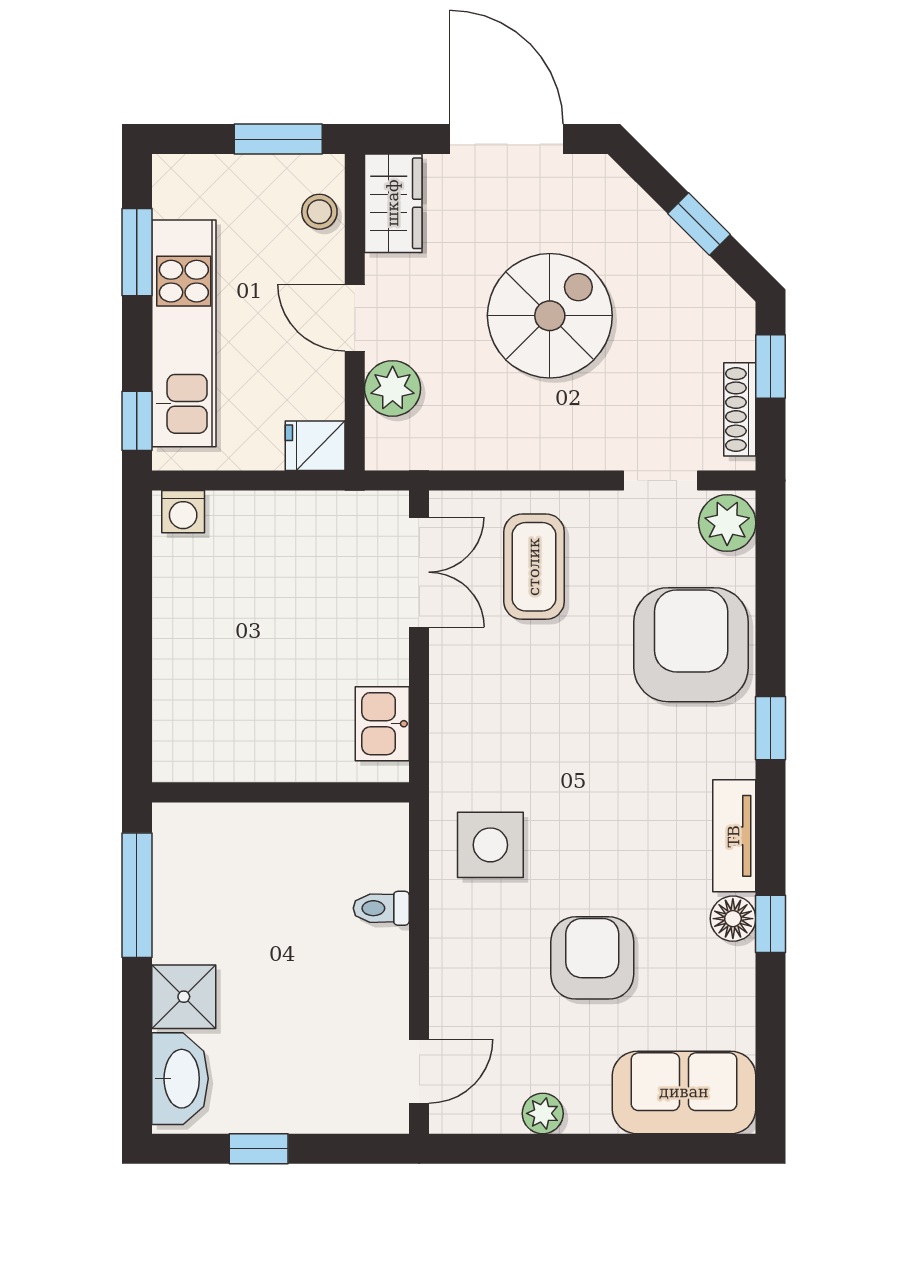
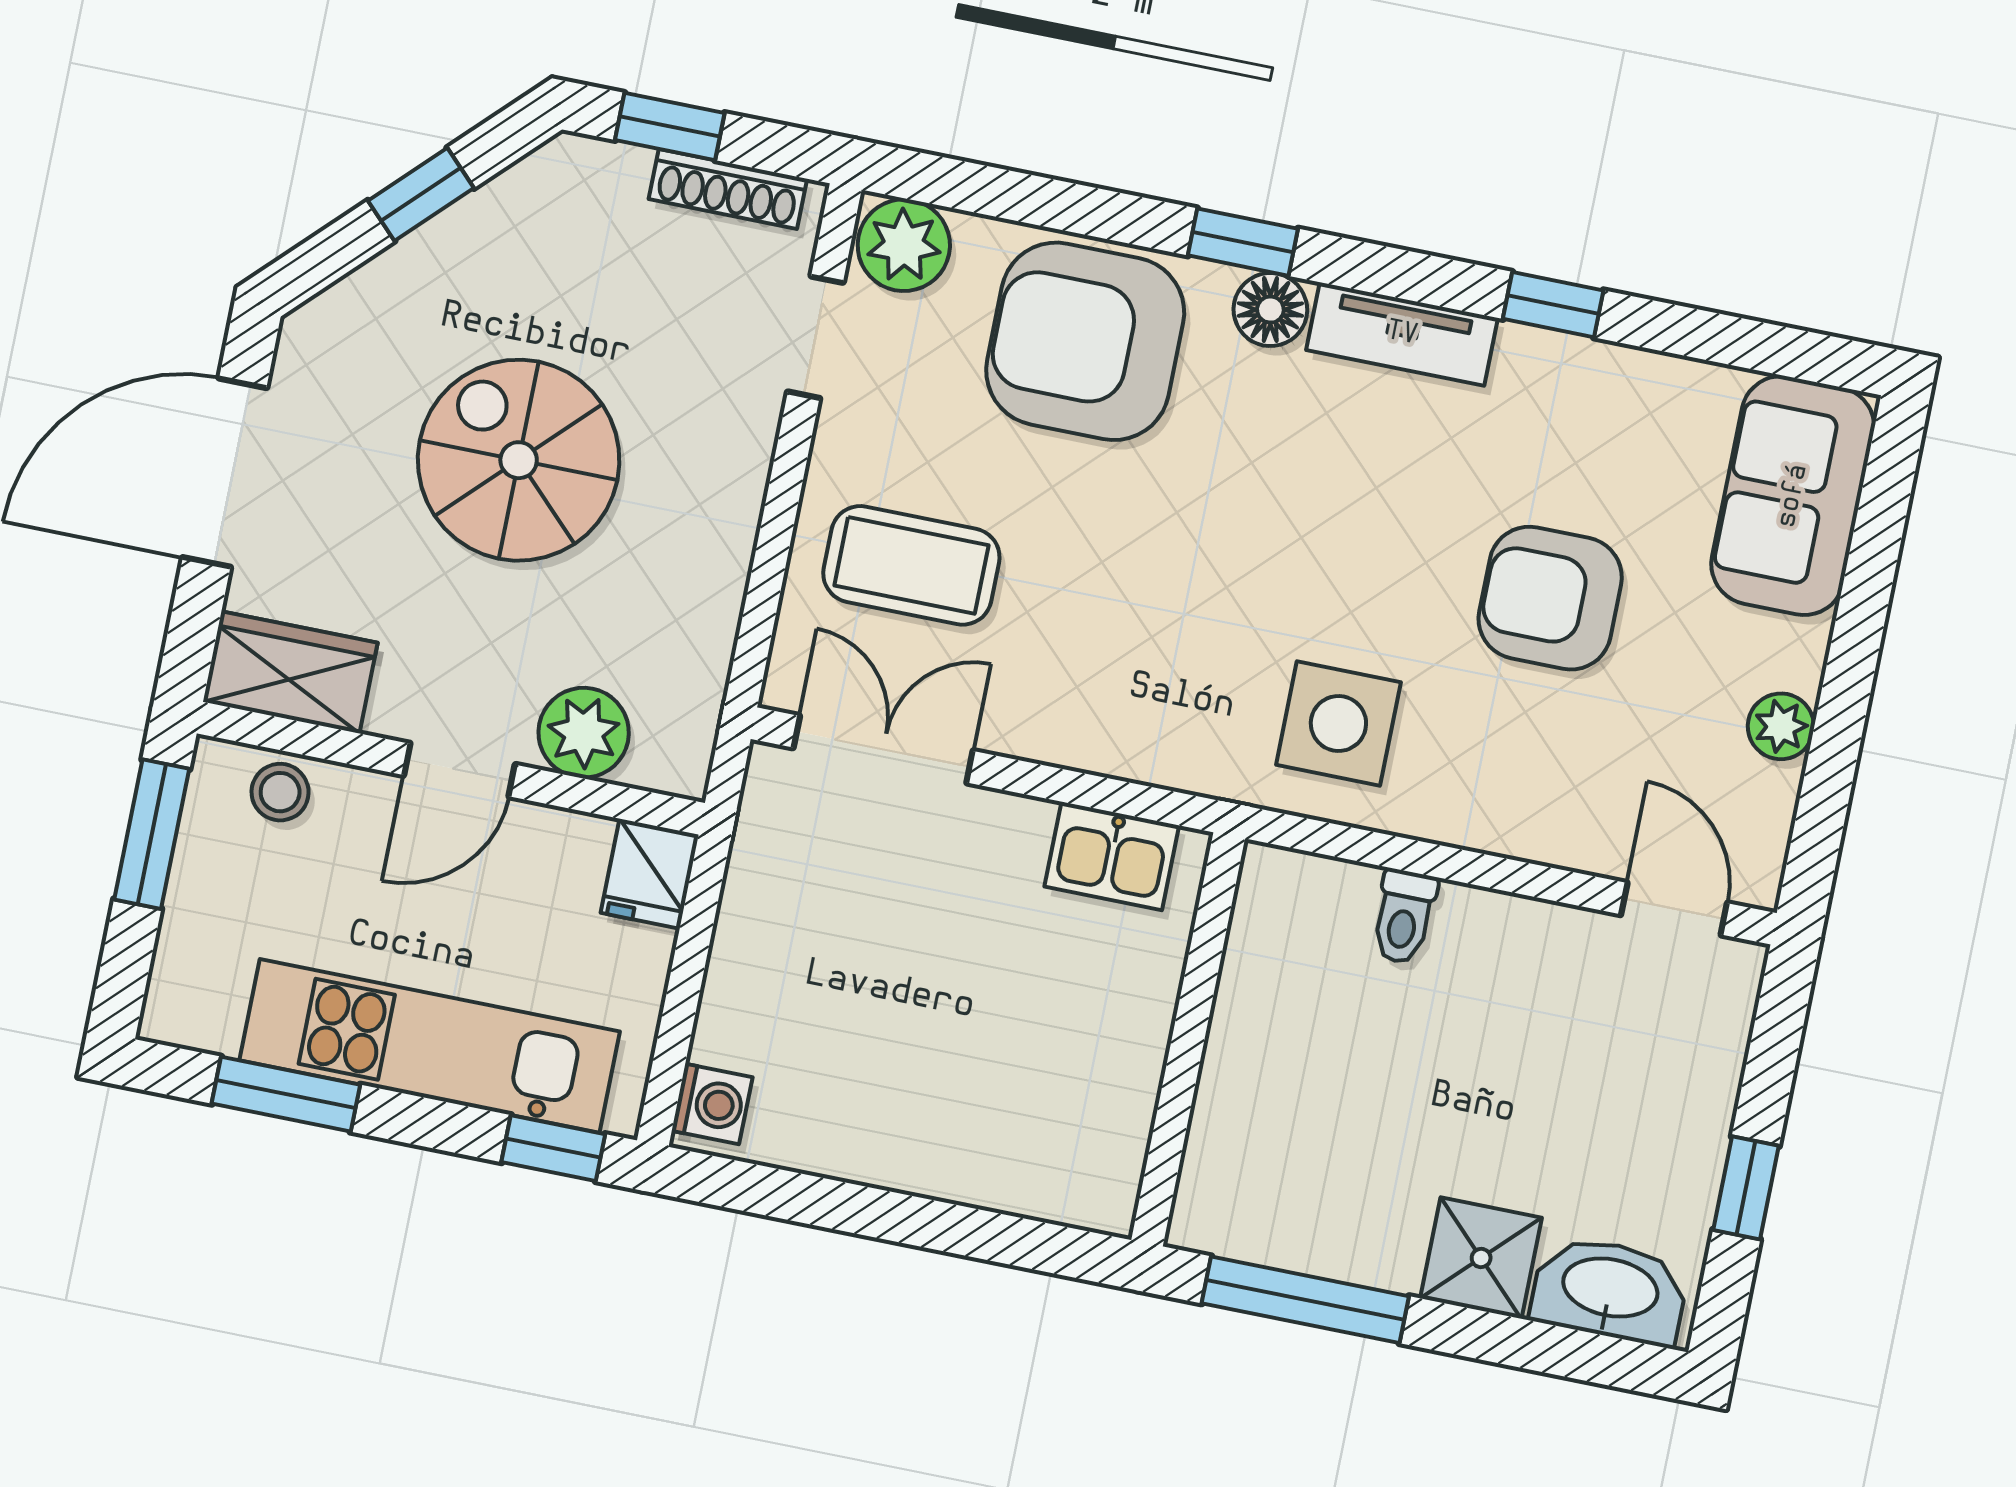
floor lamp: (733, 919) -> (1270, 310), moved

